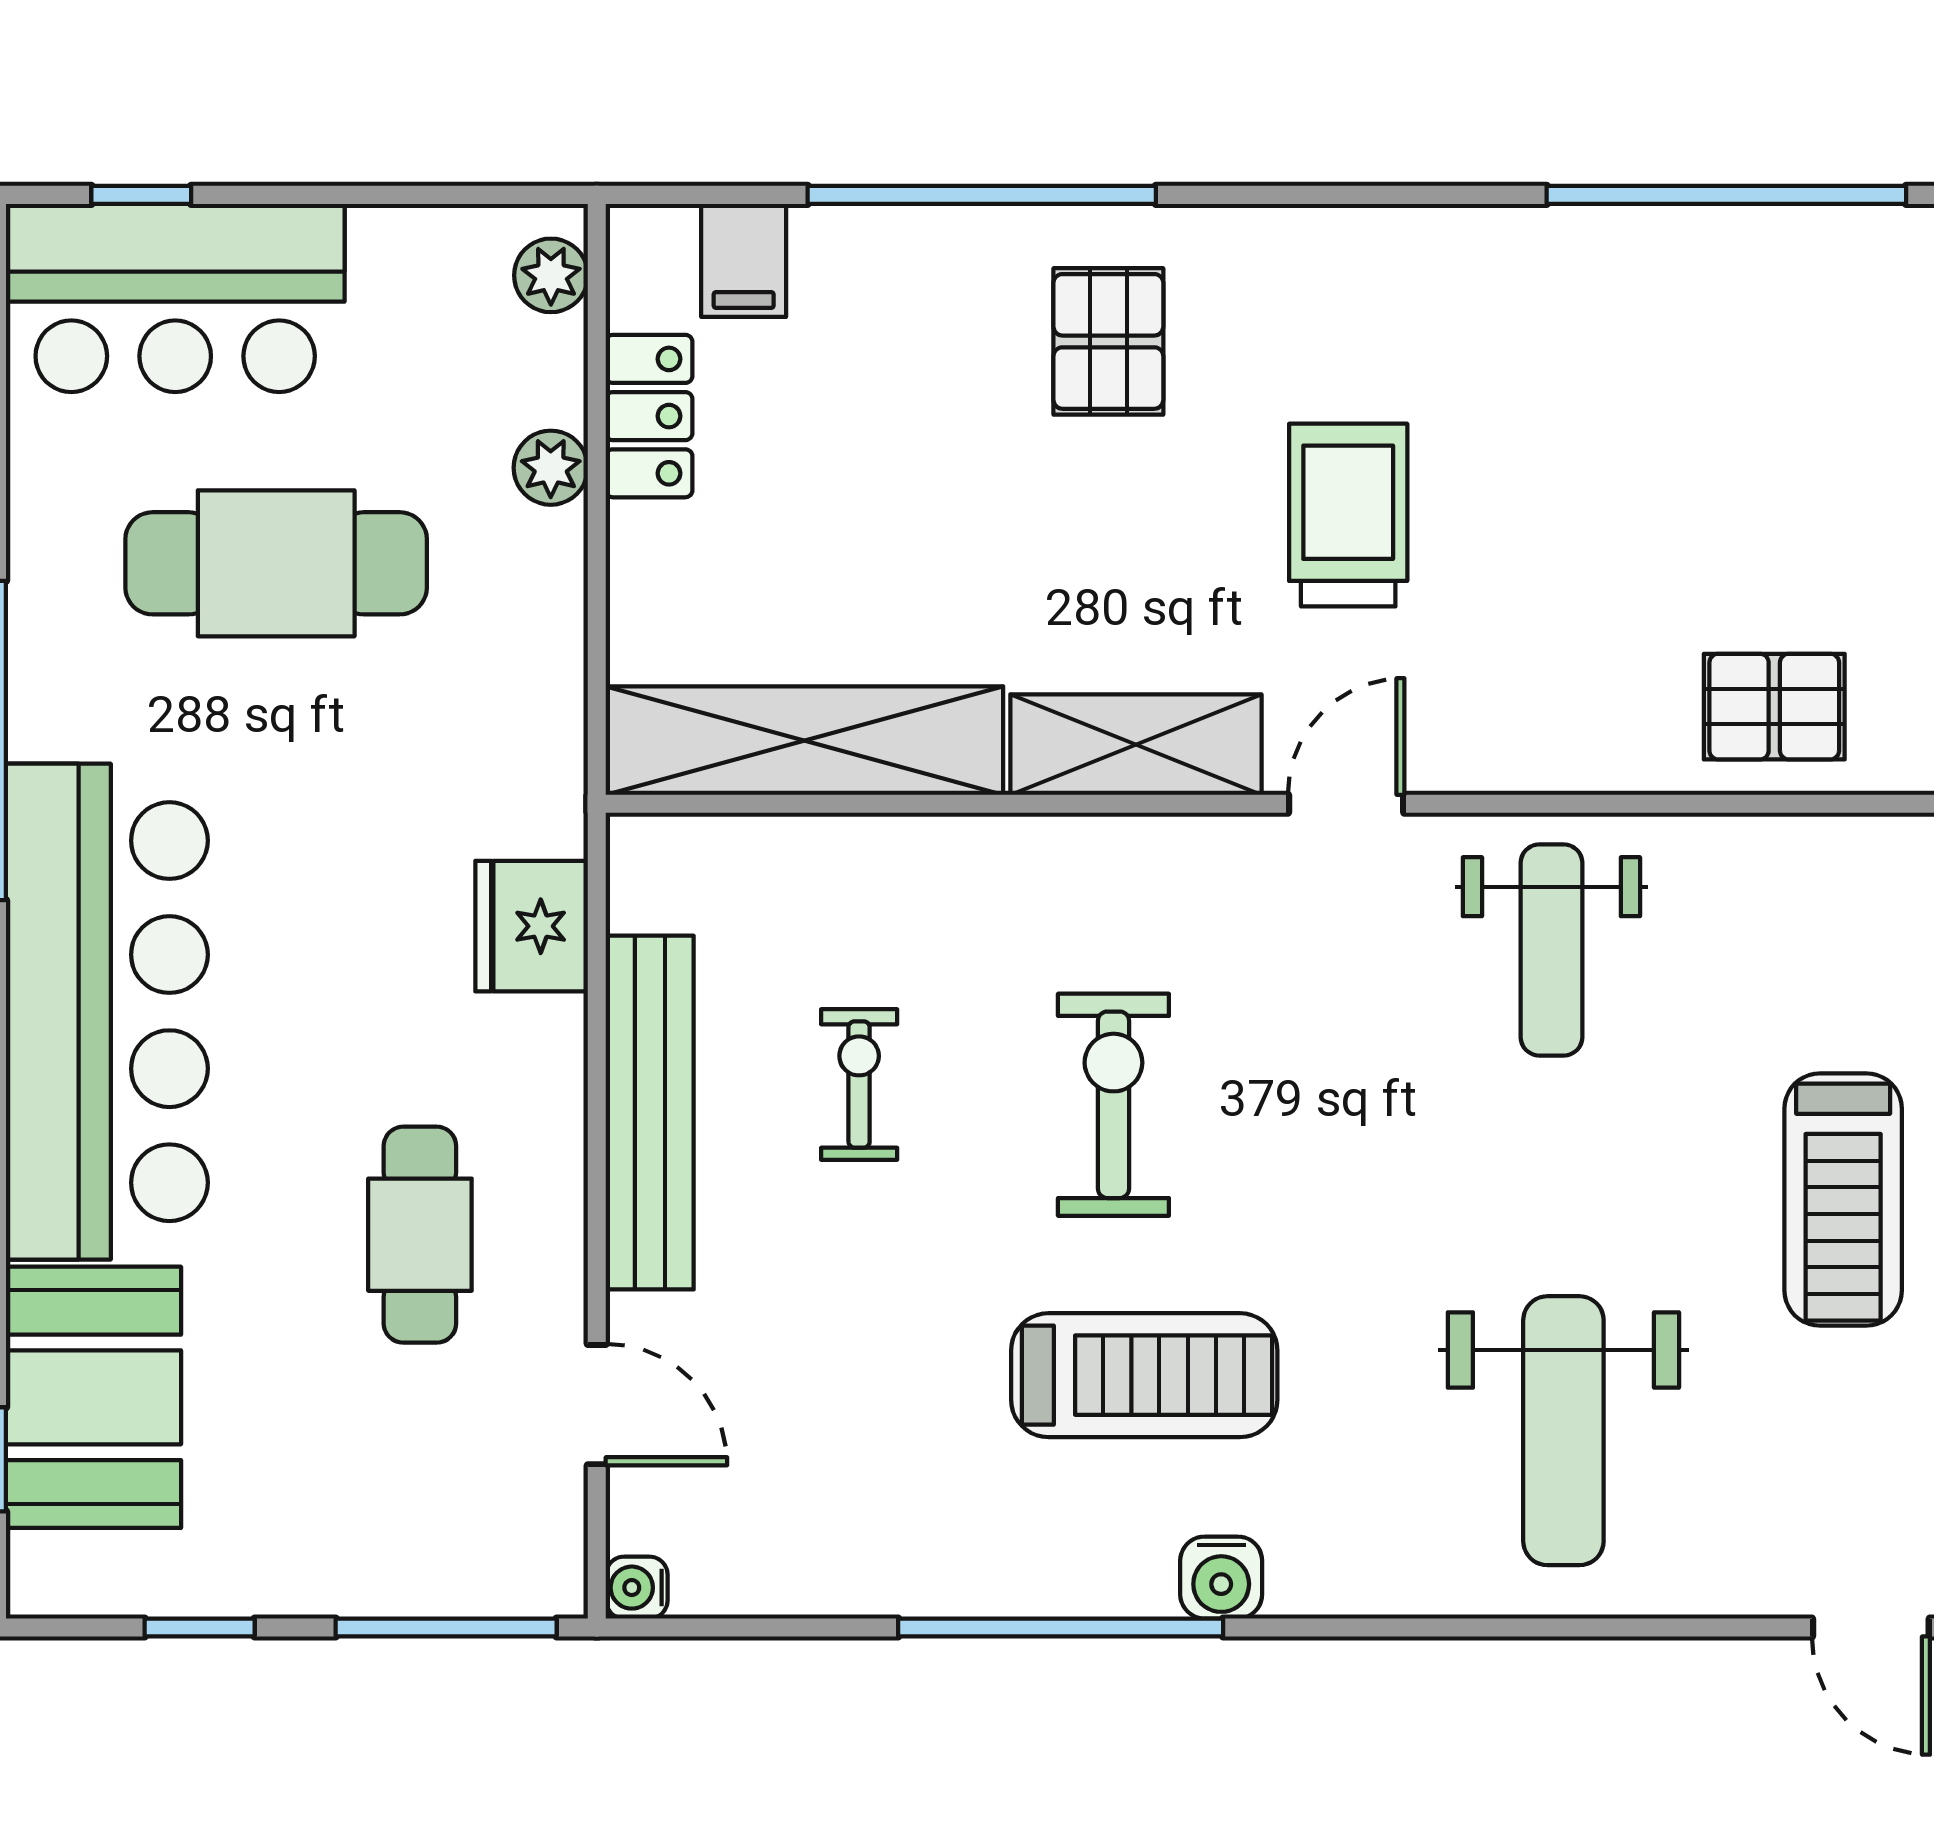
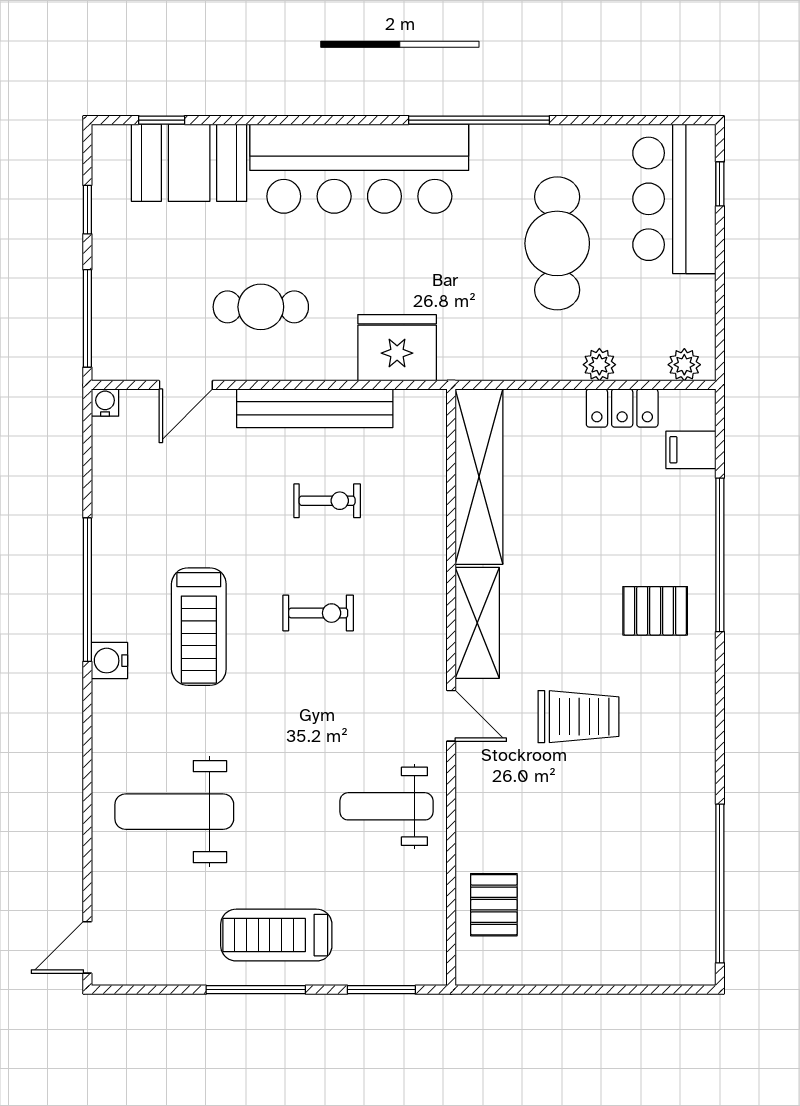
fridge: (532, 926) -> (397, 348), width x1.36, depth x1.34
exercise bike: (1113, 1105) -> (318, 613), width x0.73, depth x0.72

